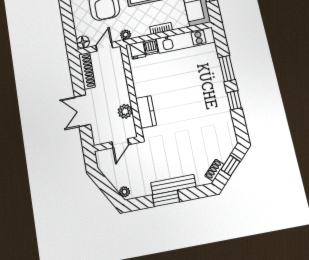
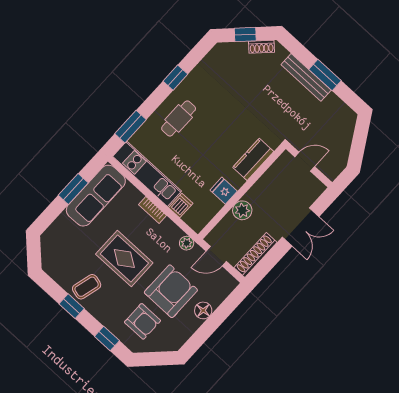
floor lamp: (83, 42) -> (203, 310), moved
fridge: (138, 50) -> (224, 191), moved, turned -90
window: (227, 69) -> (130, 127), moved
cafe table: (206, 84) -> (179, 118), added
plant: (125, 111) -> (242, 210), moved
plant: (125, 192) -> (349, 121), removed

